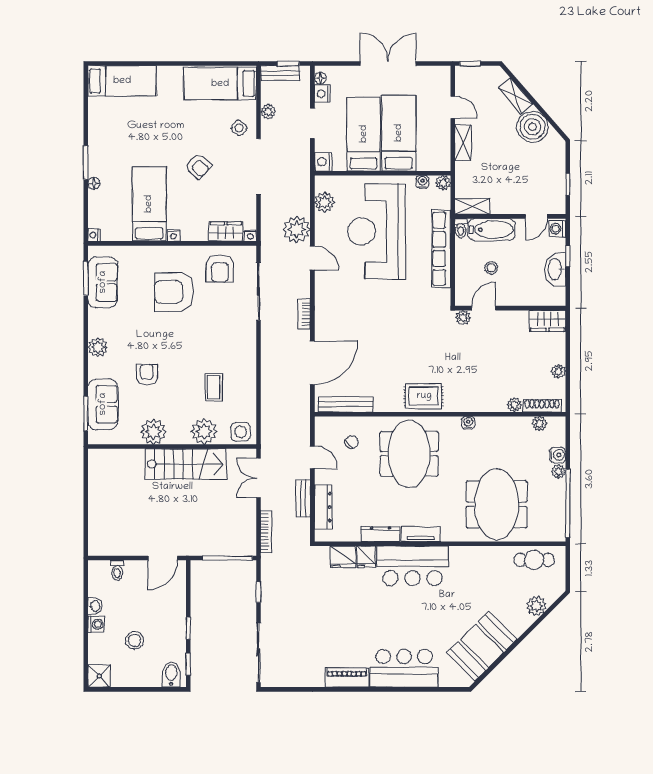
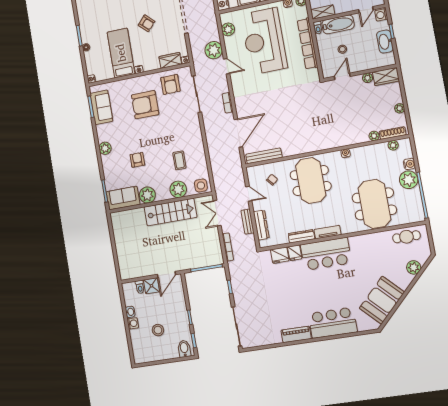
plant: (463, 318) -> (368, 78), moved
rug: (424, 396) -> (313, 141), removed
sofa: (103, 404) -> (123, 198), moved, turned -90
plant: (559, 472) -> (409, 180), width x1.88, depth x1.88
shower: (99, 676) -> (152, 286), moved

